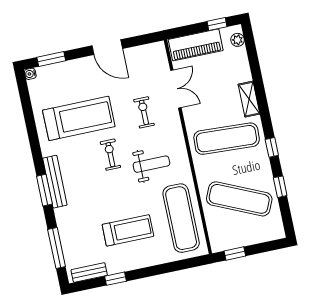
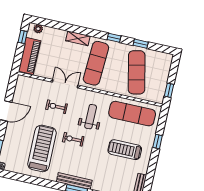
double door: (176, 89) -> (65, 84), moved
exercise mat: (239, 199) -> (137, 72), turned -36
treadmill: (128, 230) -> (125, 150), turned -90
window: (115, 279) -> (158, 141), moved

